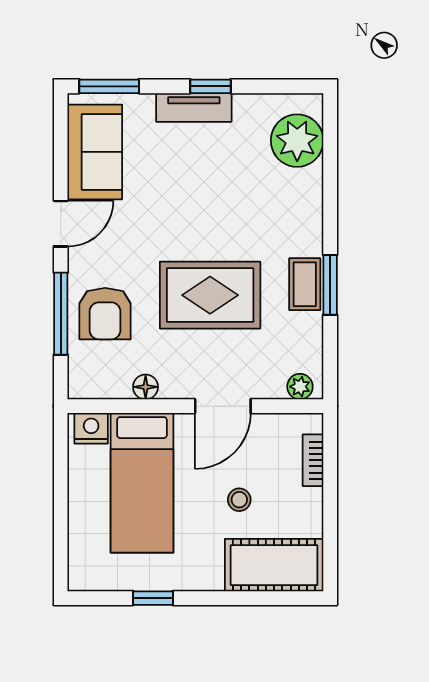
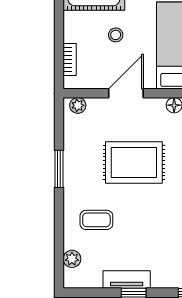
tv unit: (194, 107) -> (127, 279), moved
plant: (297, 141) -> (72, 259), width x0.53, depth x0.53
coffee table: (305, 284) -> (96, 220), moved, turned 90

